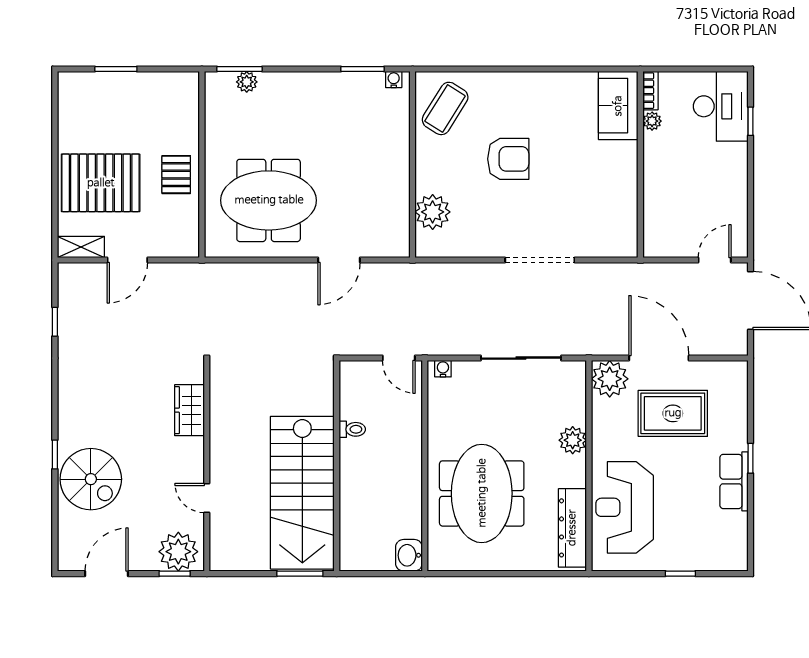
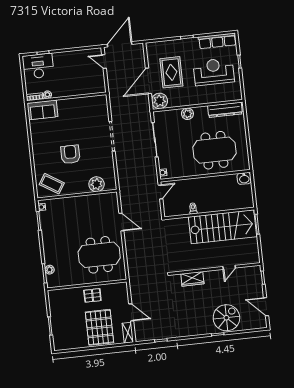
meeting table: (269, 200) -> (99, 255), turned 90
row of seats: (734, 481) -> (217, 41), moved, width x1.48
reception desk: (625, 507) -> (214, 72), moved, turned 180
plant: (178, 552) -> (253, 277), removed

